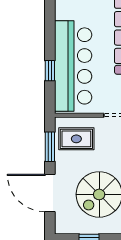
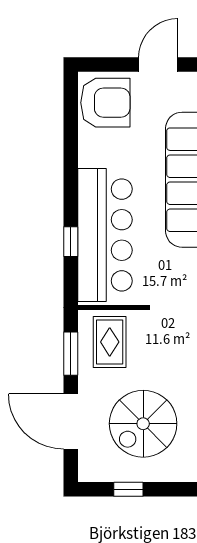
rug: (76, 139) -> (110, 342), turned 90

